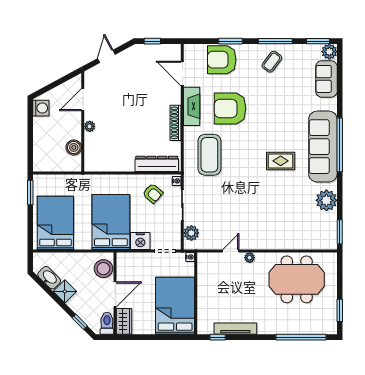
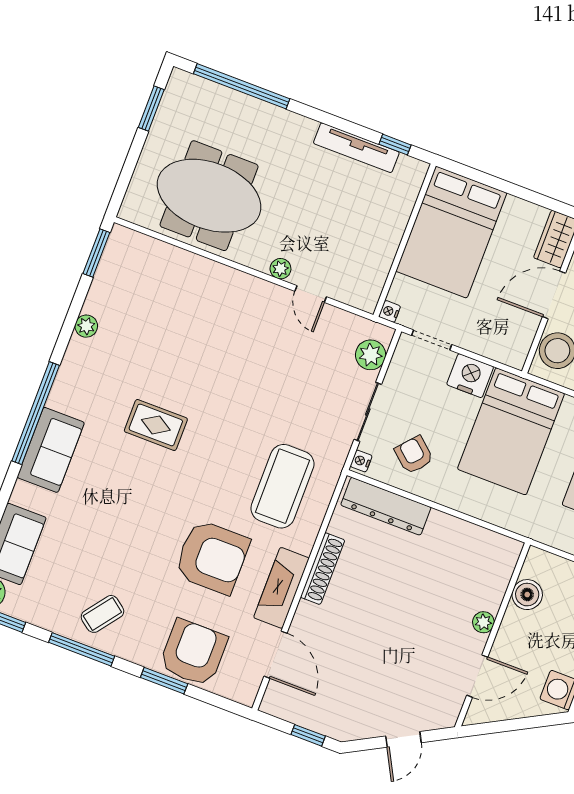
armchair: (222, 60) -> (193, 653), turned -90
sofa: (323, 147) -> (51, 450), width x0.54, depth x0.79
plant: (326, 200) -> (86, 326), width x0.53, depth x0.53
door: (231, 251) -> (311, 294), hinge flipped

